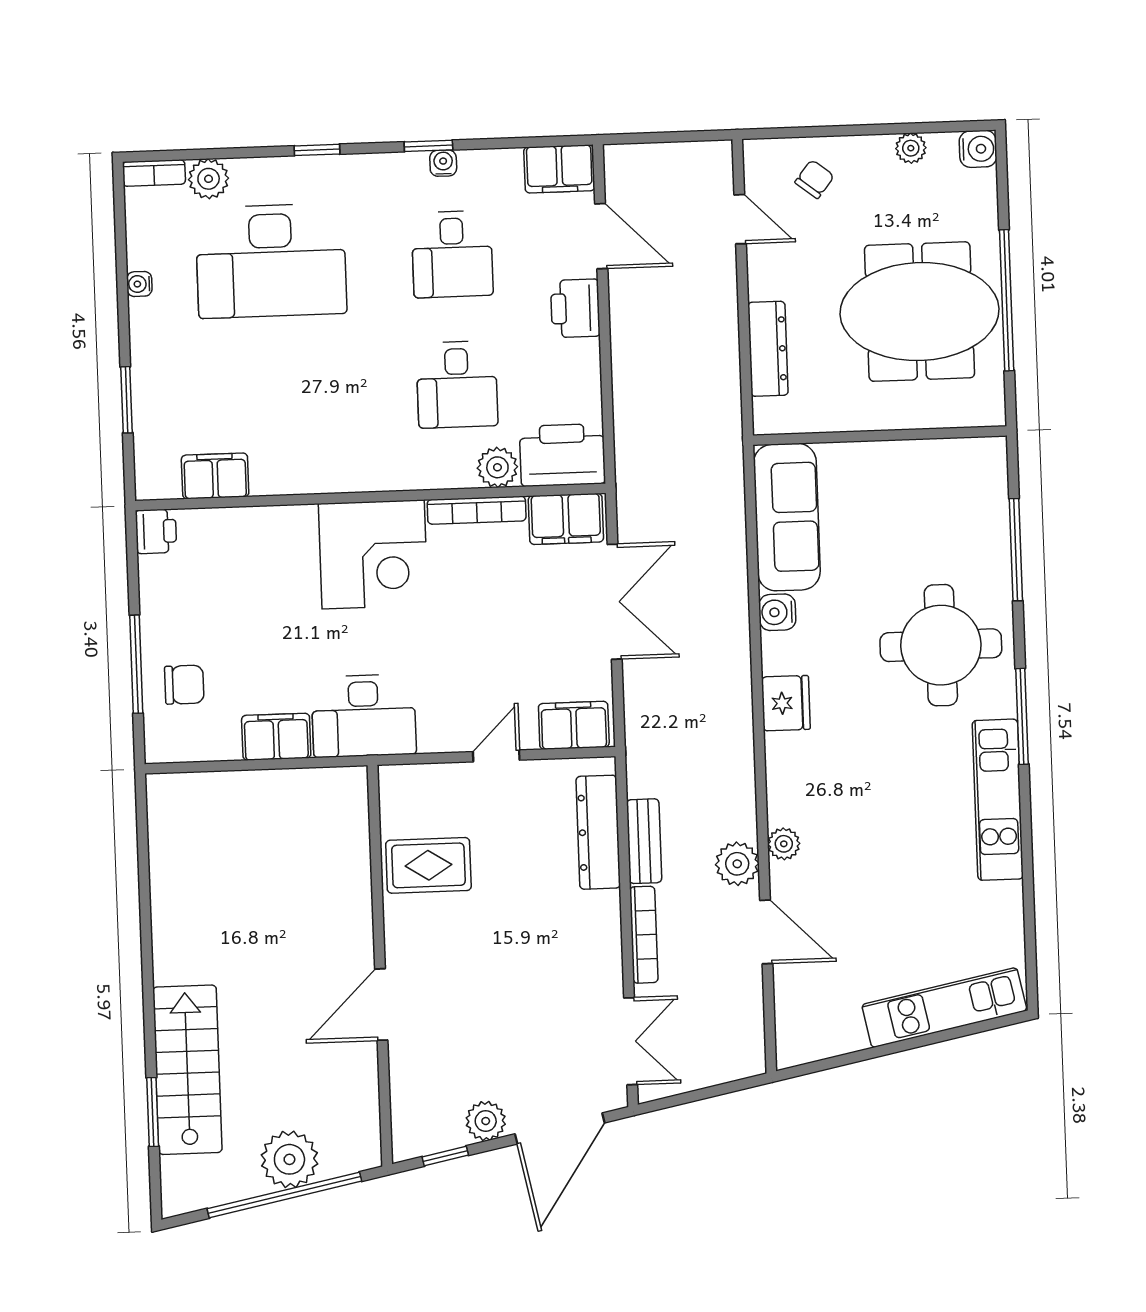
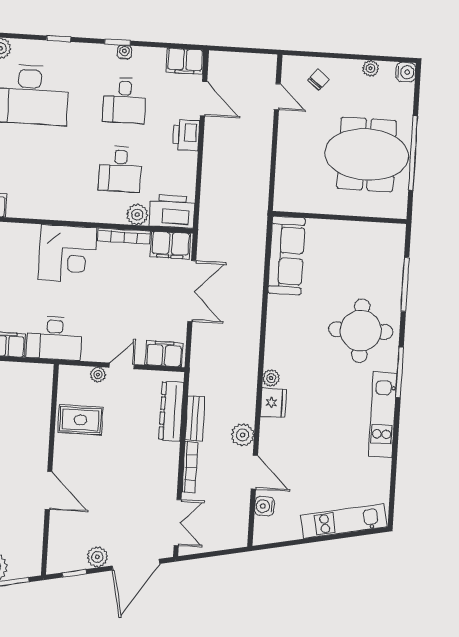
dresser: (768, 349) -> (285, 166), removed
water cooler: (777, 612) -> (264, 506), moved
fridge: (786, 703) -> (273, 403), moved
plant: (453, 777) -> (98, 375), added
plant: (784, 844) -> (271, 378), moved
door: (381, 1005) -> (49, 490), swing flipped

